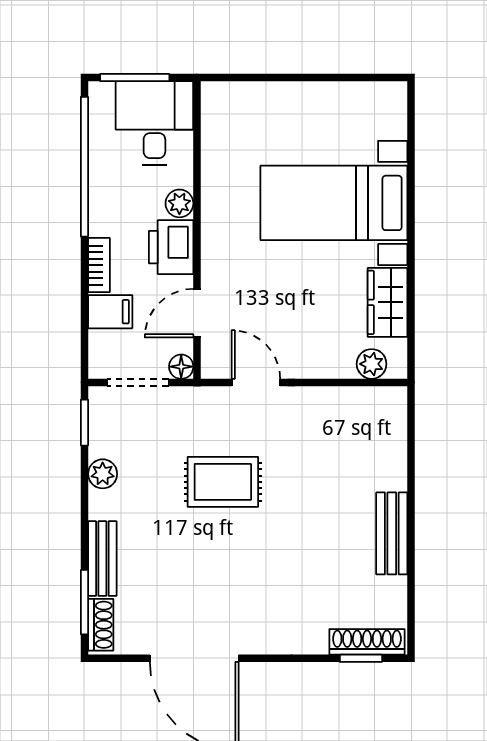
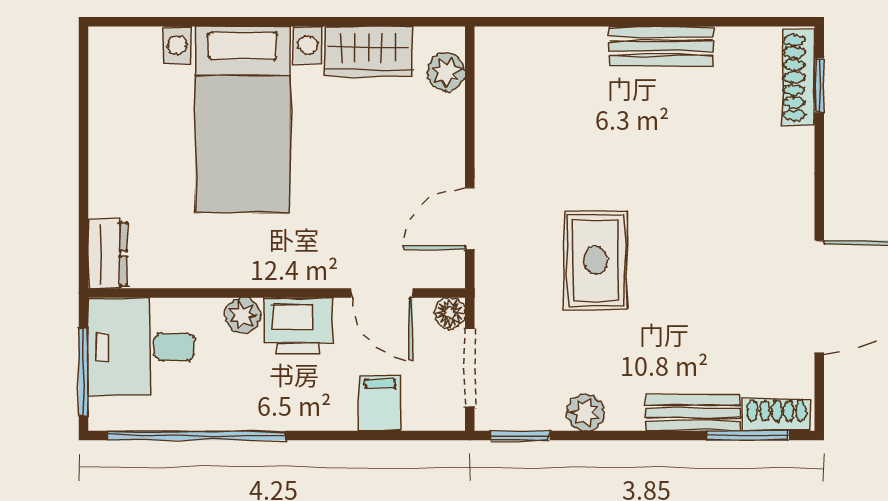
dresser: (228, 97) -> (108, 254), added
bookcase: (99, 265) -> (321, 417), removed

